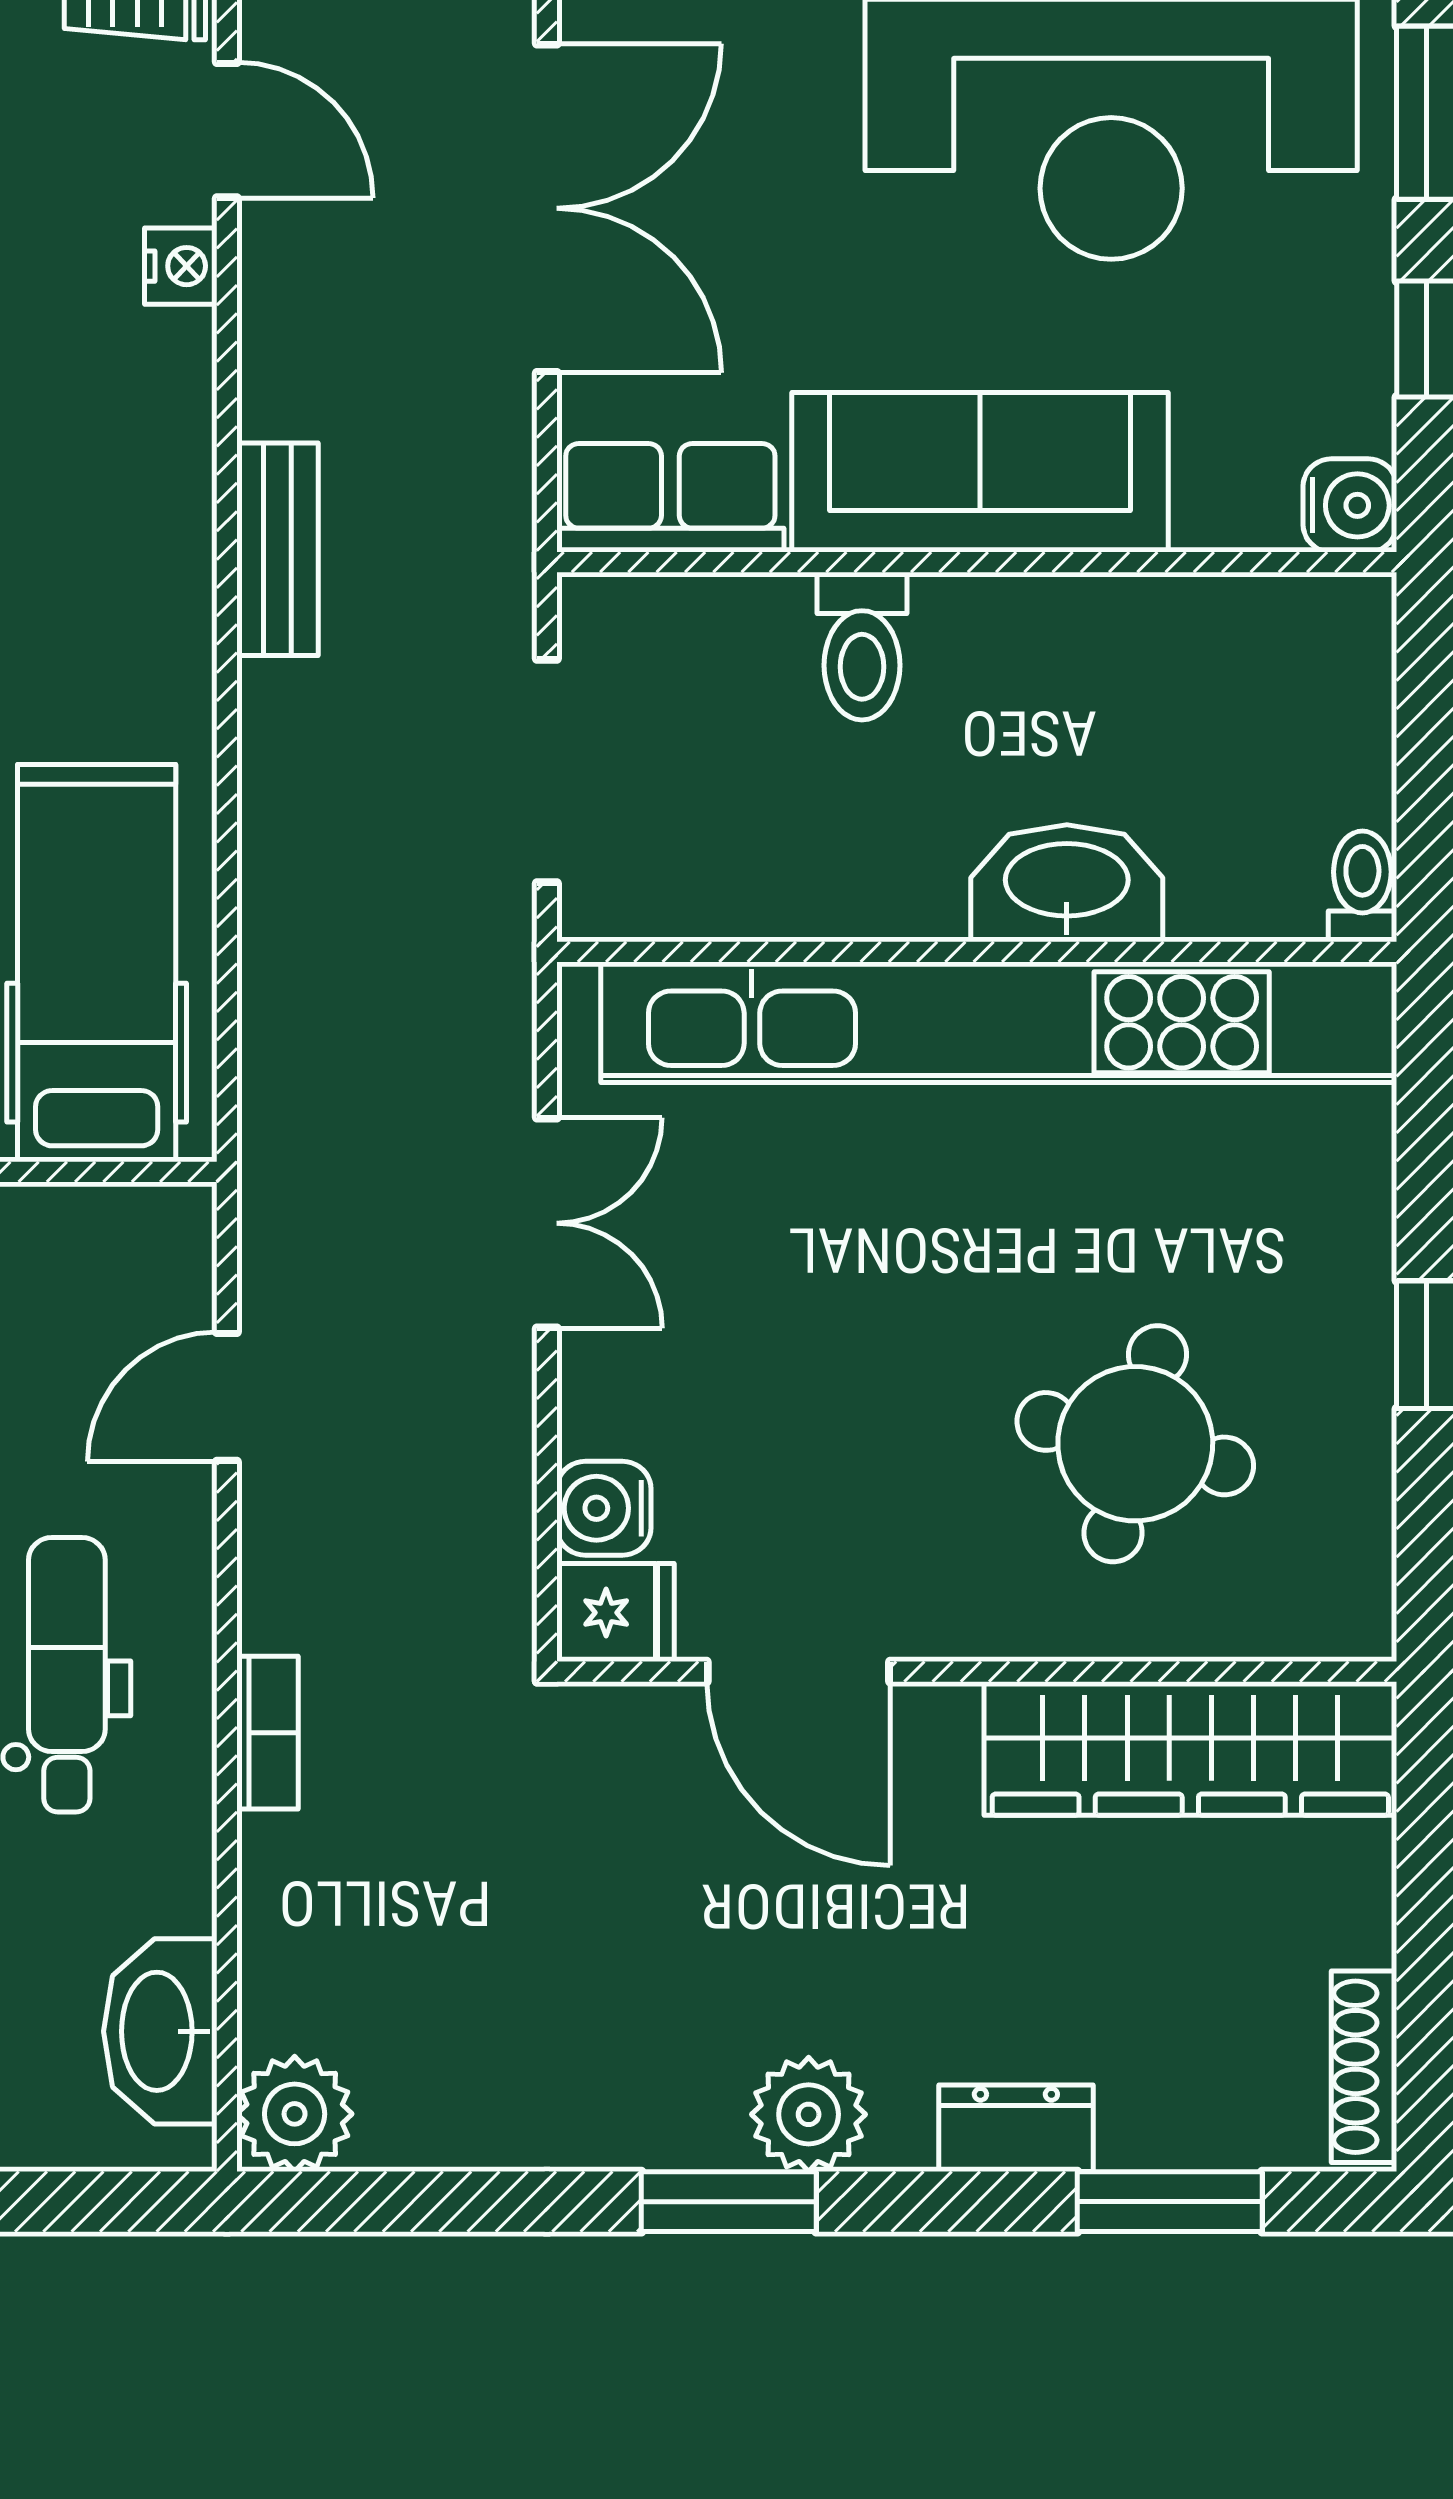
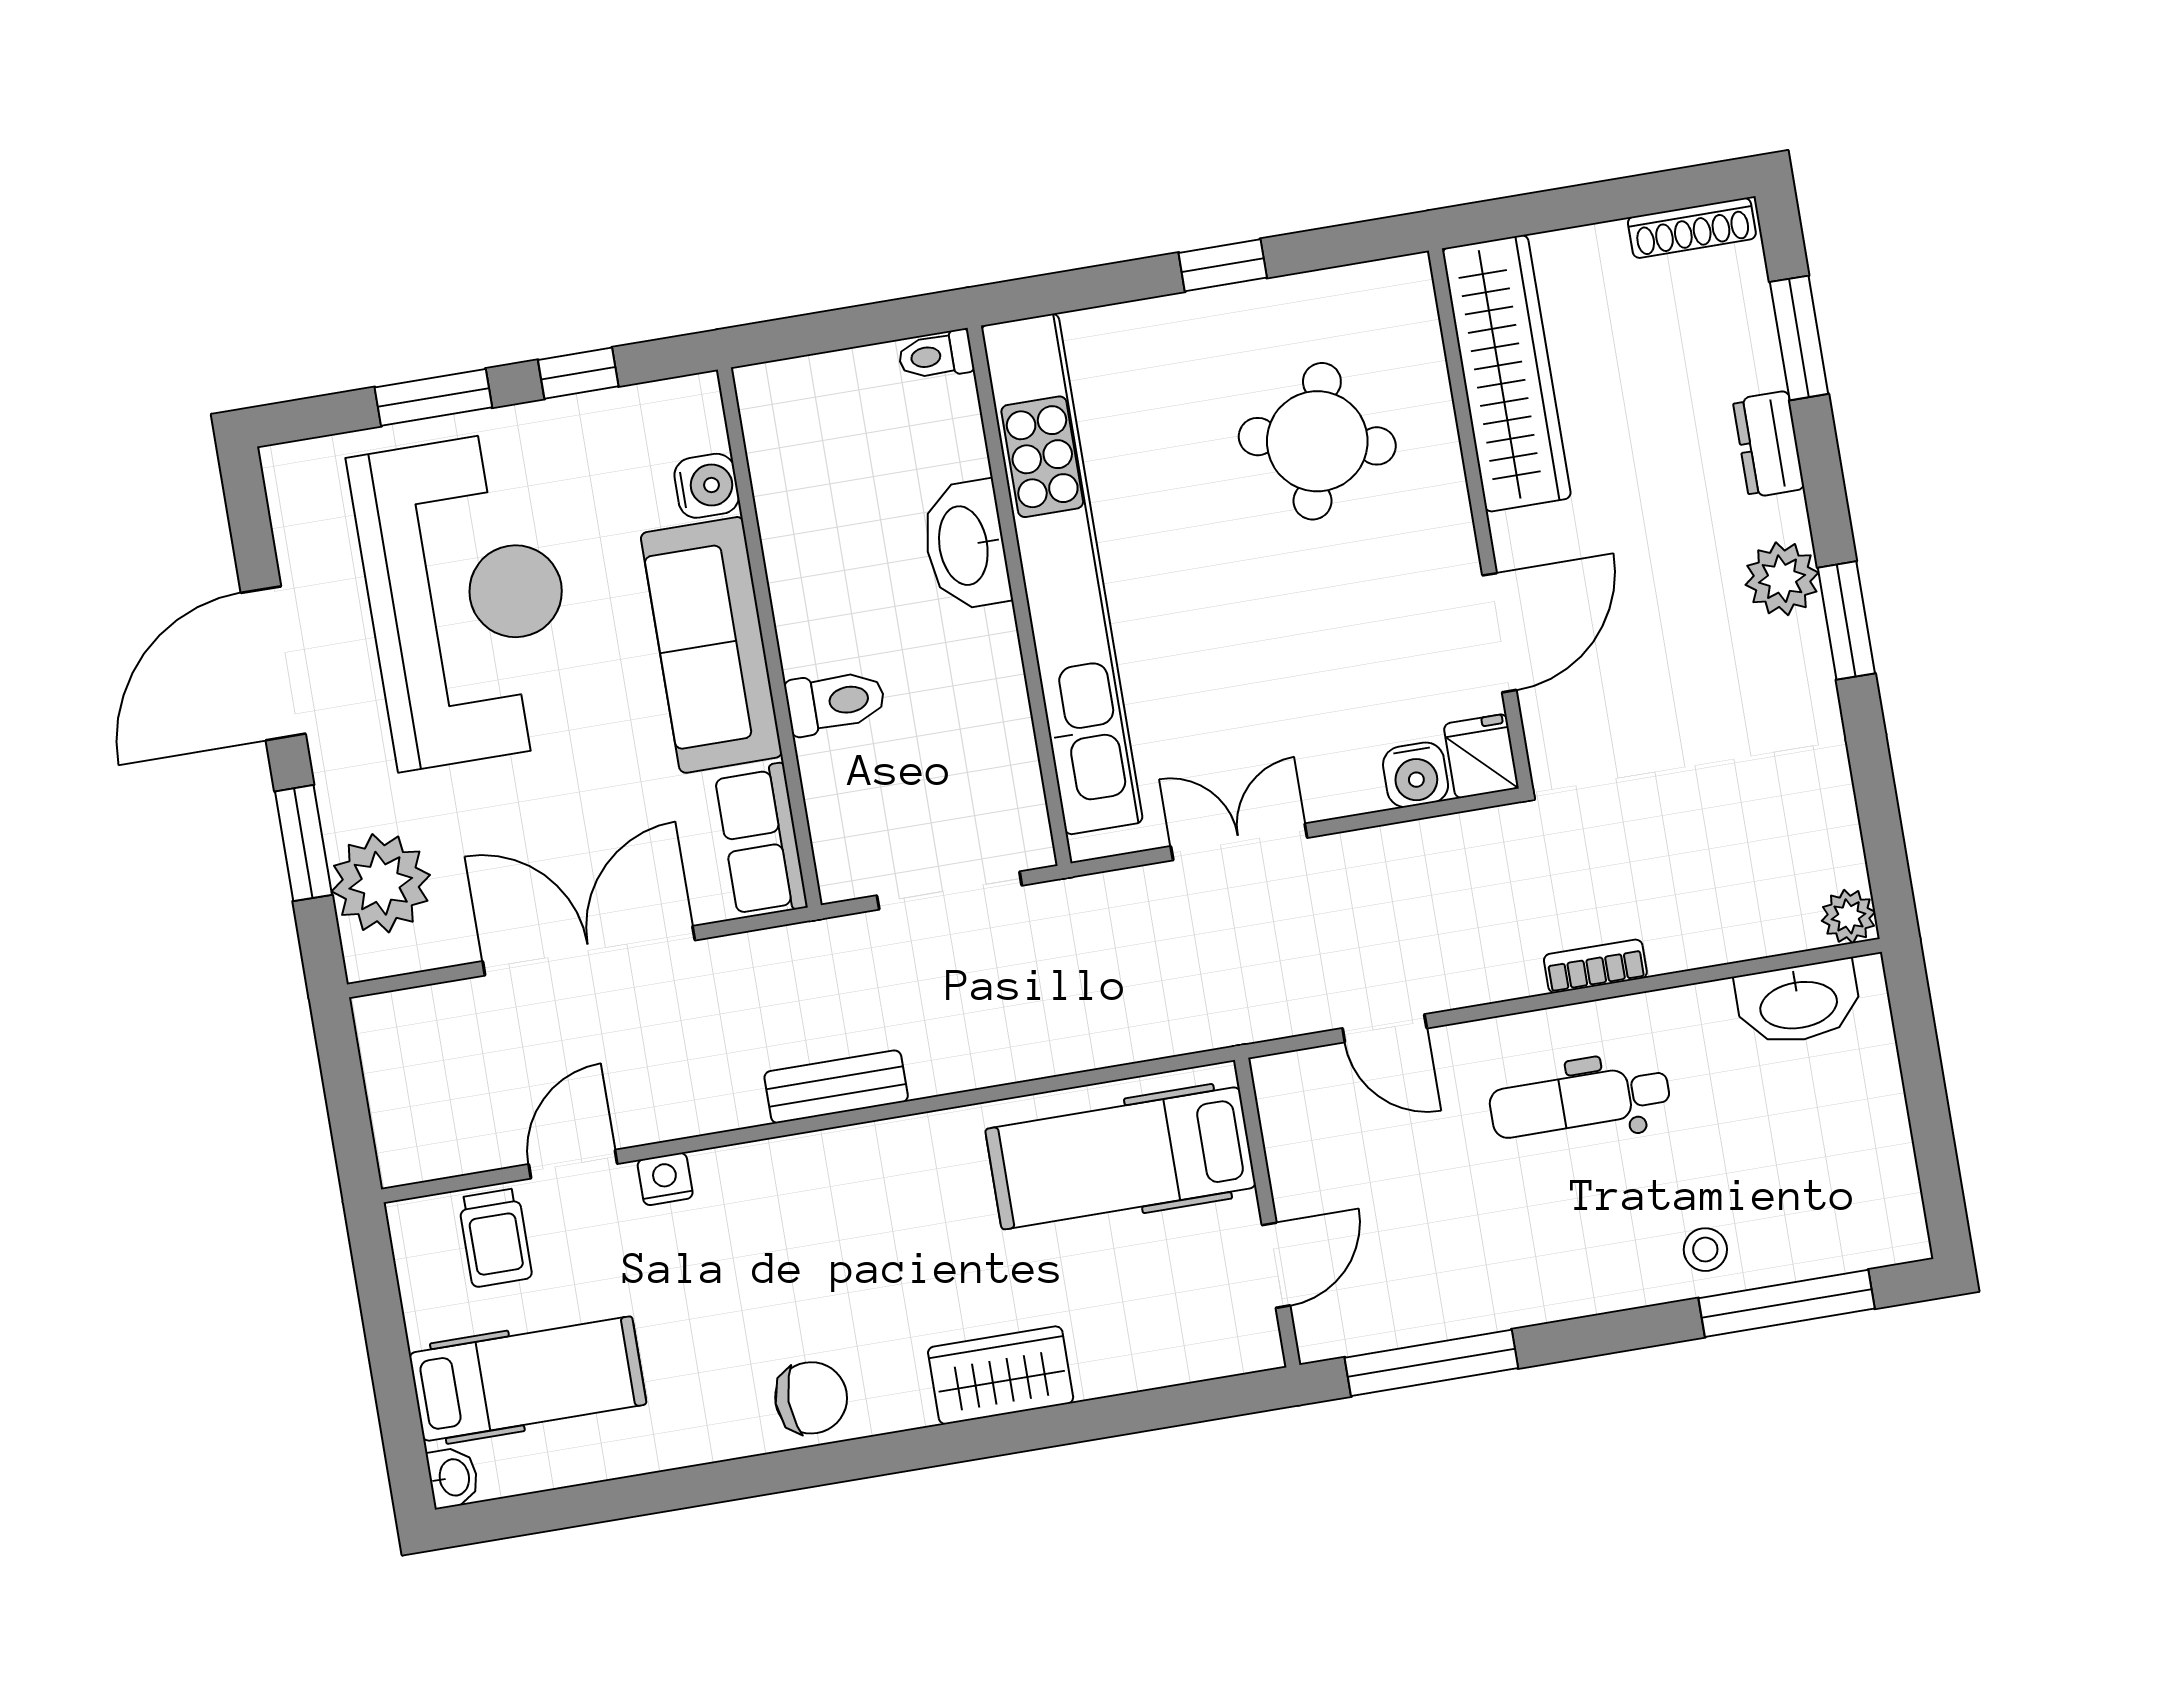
water cooler: (1350, 505) -> (707, 486), moved, turned 90
plant: (295, 2114) -> (1849, 916), width x0.73, depth x0.73

